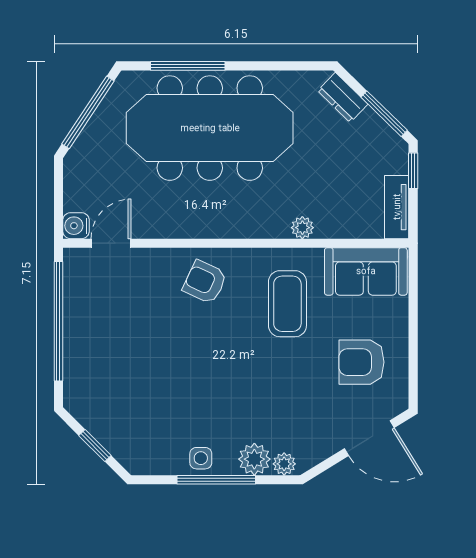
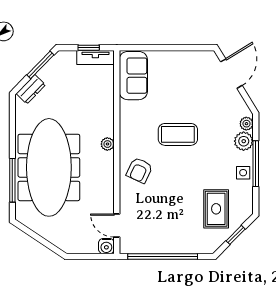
window: (88, 112) -> (40, 239), removed
window: (413, 171) -> (89, 48), moved
plant: (302, 228) -> (107, 144), moved
coffee table: (287, 304) -> (178, 134), moved
armchair: (361, 362) -> (187, 78), removed
rug: (139, 412) -> (216, 209), added

